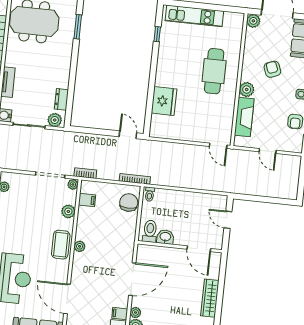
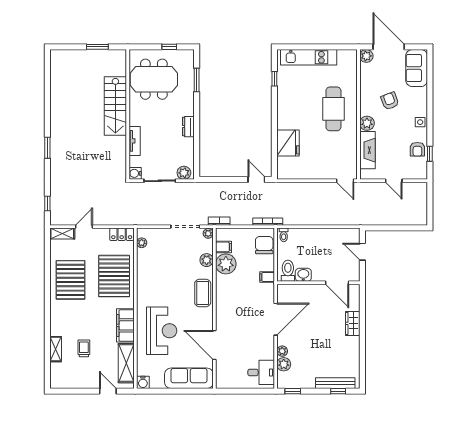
dresser: (61, 99) -> (188, 127), moved
plant: (80, 246) -> (226, 264), moved, width x1.88, depth x1.88
wardrobe: (210, 298) -> (353, 323), width x0.67
filing cabinet: (120, 314) -> (267, 277), moved

